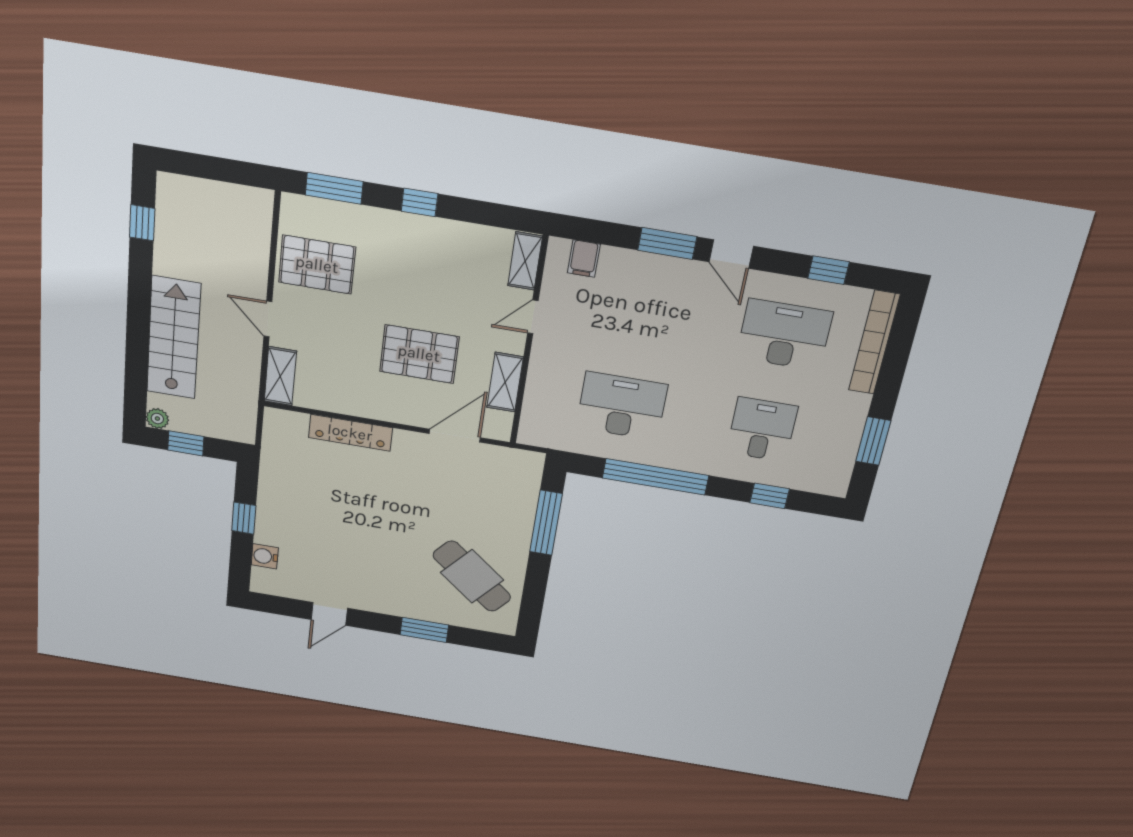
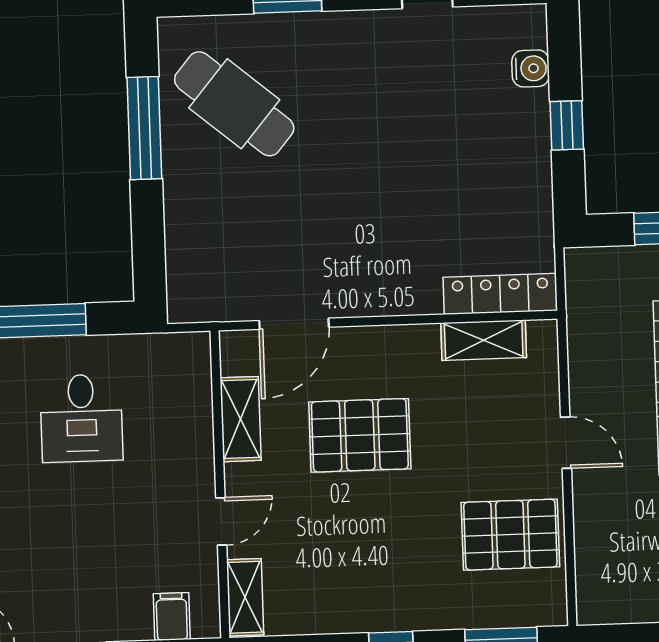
shelving: (280, 376) -> (484, 340), moved, turned 90
desk: (622, 406) -> (81, 418), width x0.73
locker: (350, 433) -> (500, 294), moved
window: (546, 523) -> (144, 128), moved

